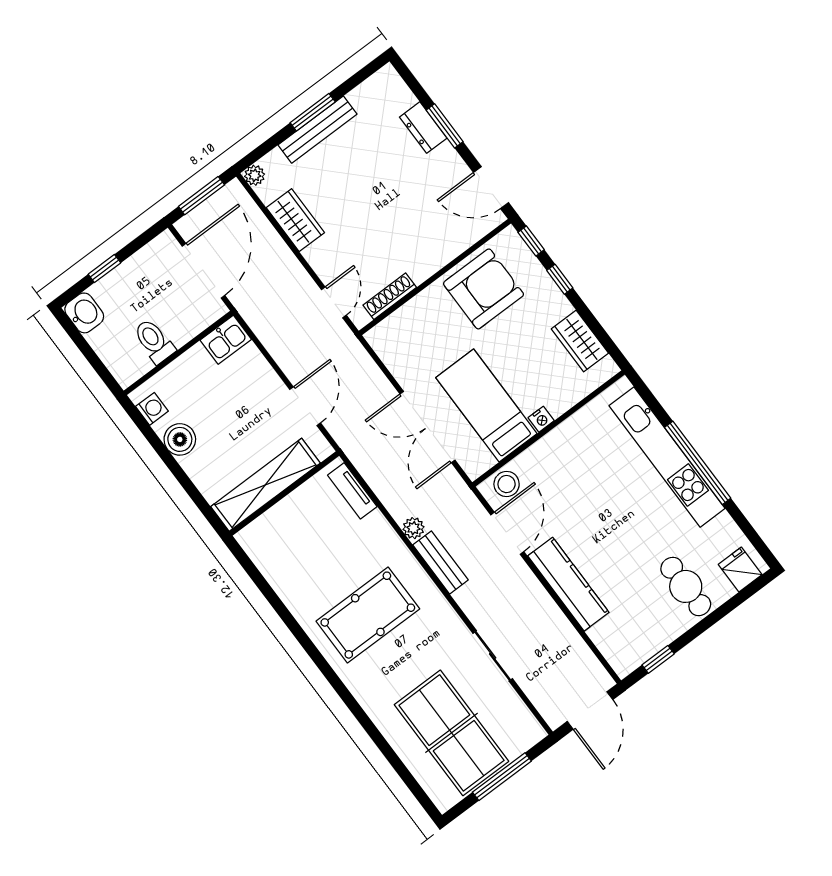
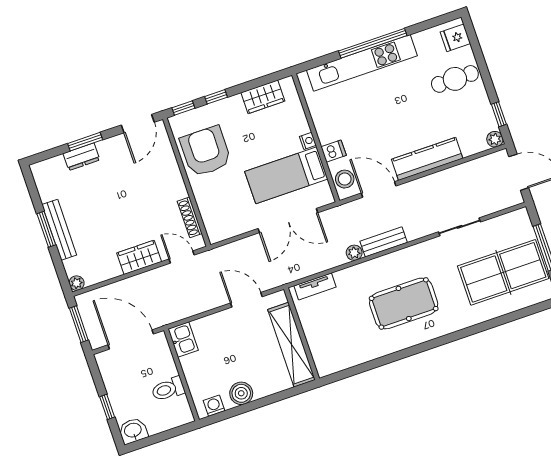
wardrobe: (295, 220) -> (139, 257), moved
dishwasher: (539, 457) -> (334, 151), added
pool table: (368, 615) -> (404, 303), turned 90
plant: (623, 665) -> (495, 139), added

